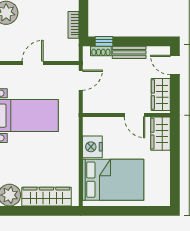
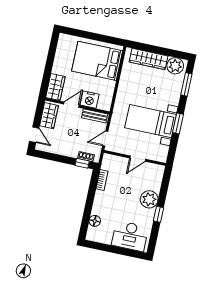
bench: (129, 52) -> (95, 116), moved
door: (134, 115) -> (71, 105), hinge flipped
nightstand: (92, 147) -> (90, 100), moved, turned 90

